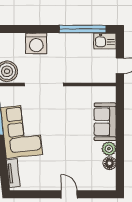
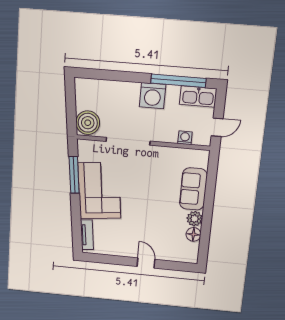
kitchen sink: (105, 41) -> (198, 97), width x1.38
washing machine: (36, 43) -> (153, 96), moved
washing machine: (93, 77) -> (185, 138), added

